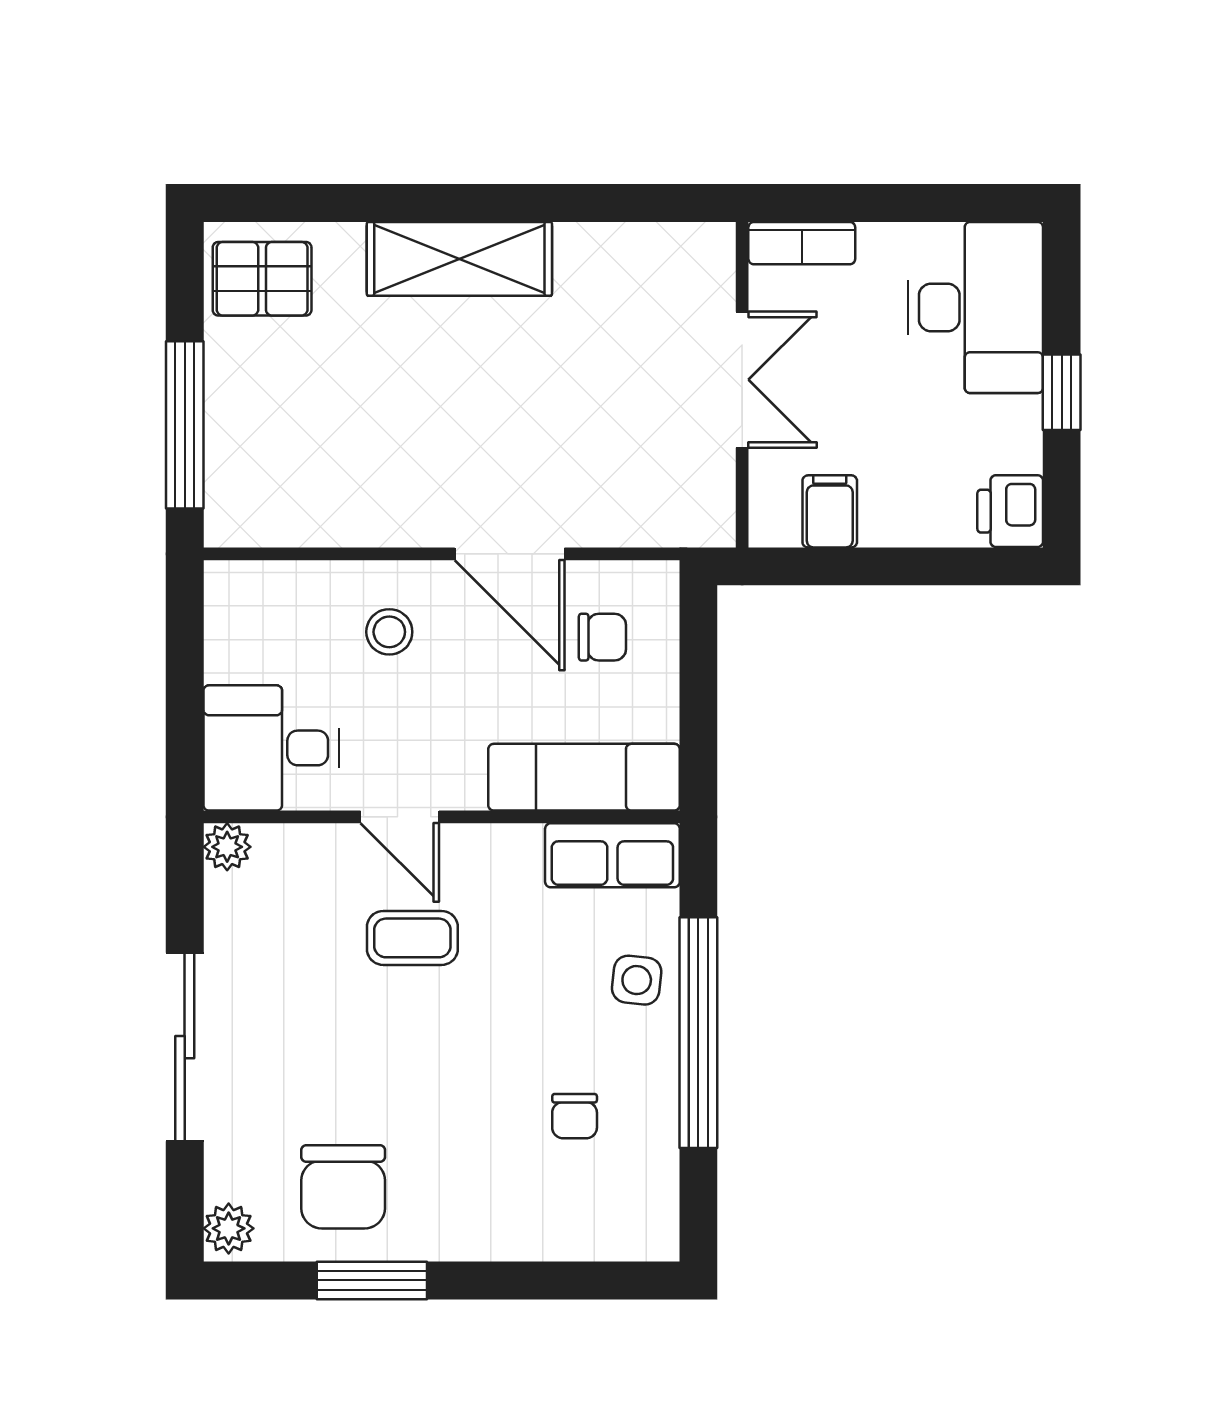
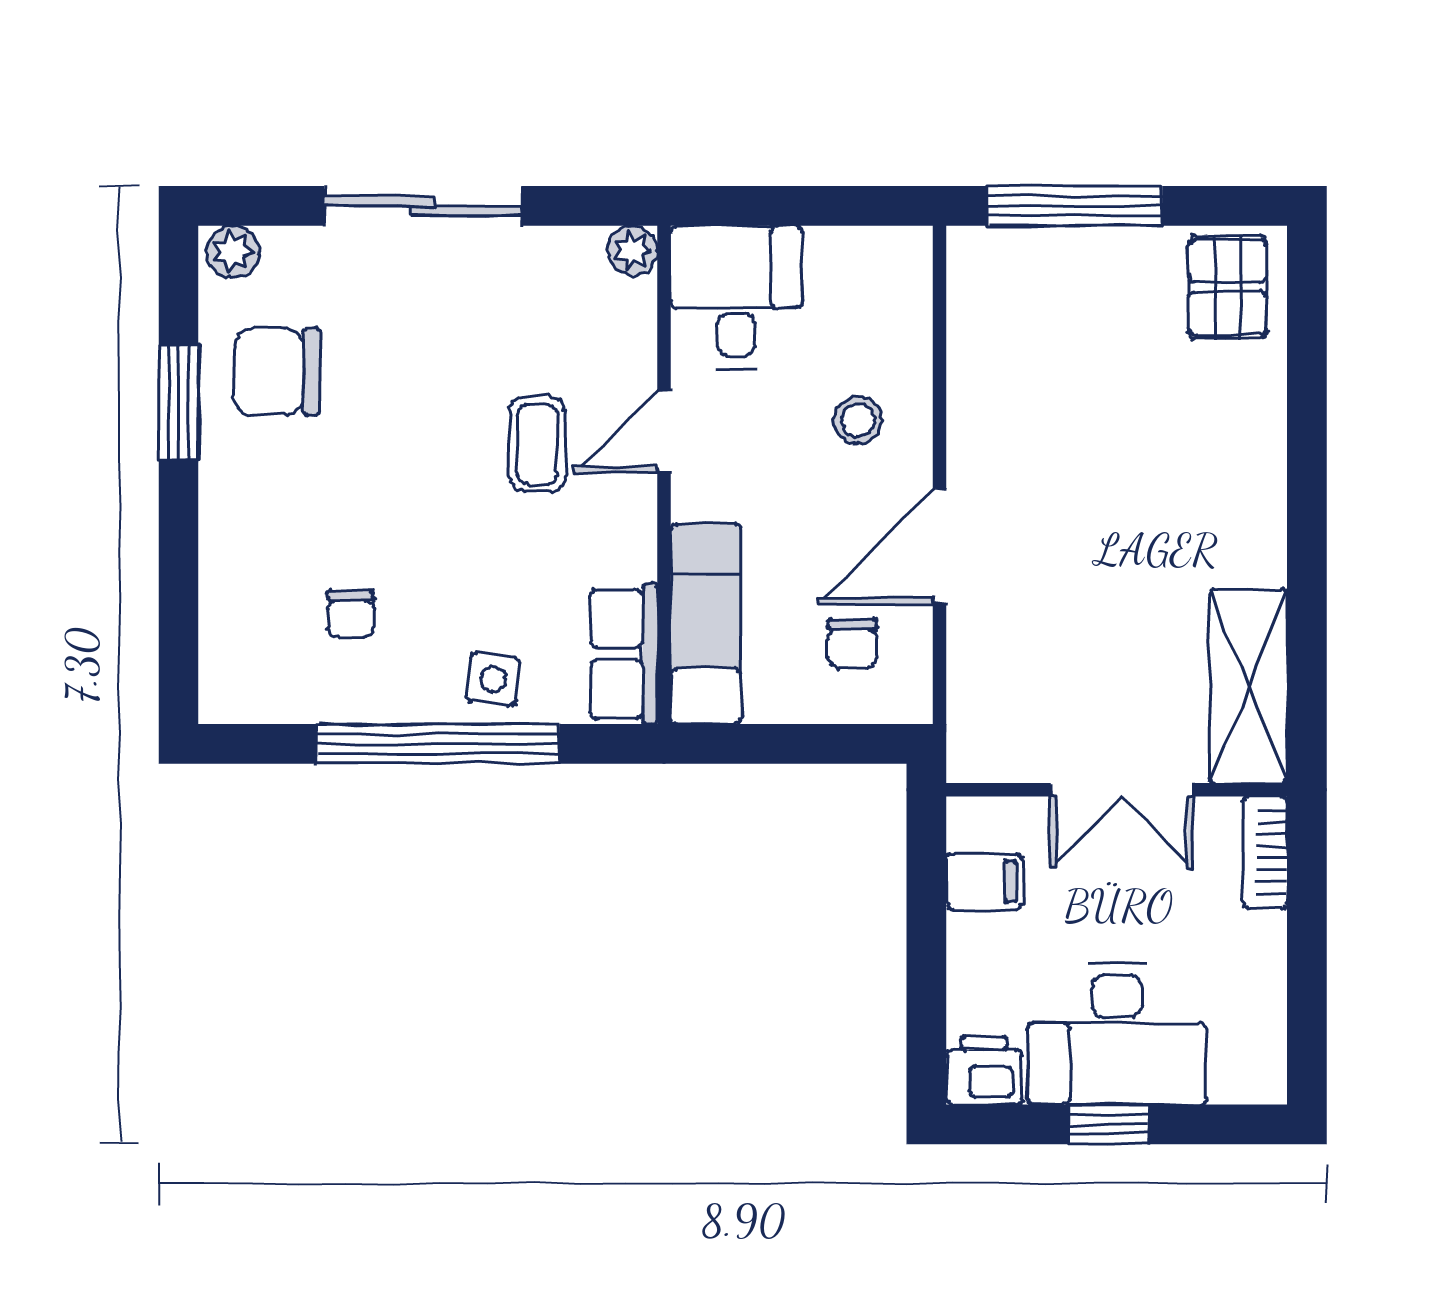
shelving: (459, 259) -> (1248, 686), moved
desk: (976, 307) -> (1117, 1034), moved
chair: (575, 1116) -> (351, 614), turned -90

